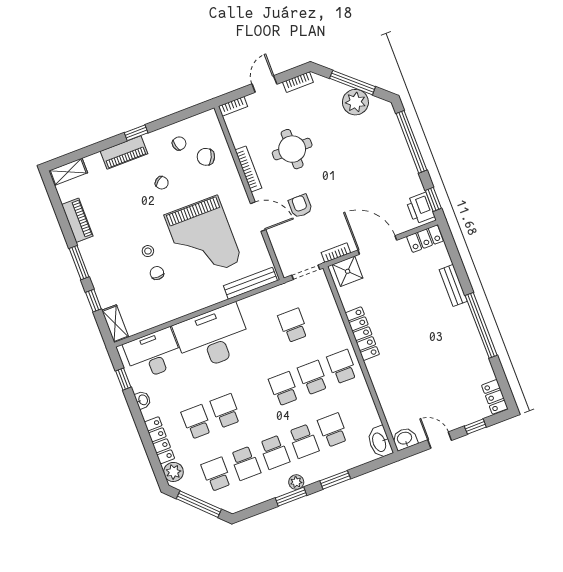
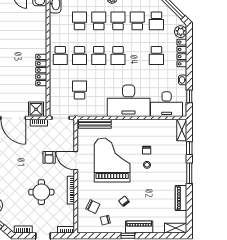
school desk: (293, 325) -> (79, 90), turned 180
school desk: (226, 411) -> (118, 55), moved
school desk: (333, 430) -> (79, 21), turned 180

